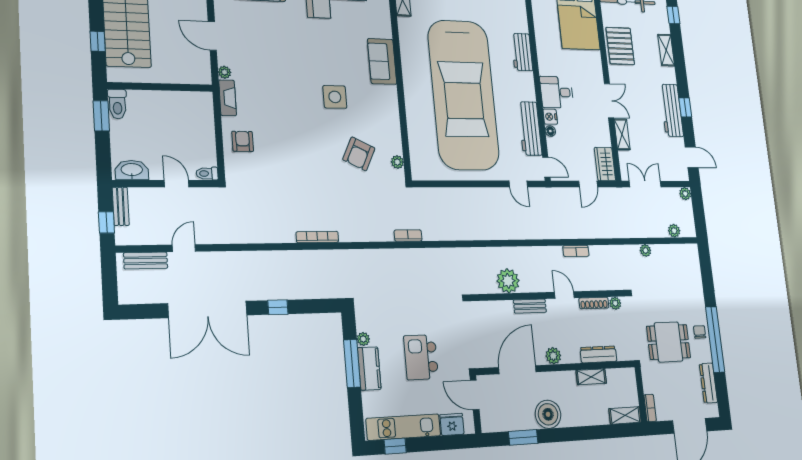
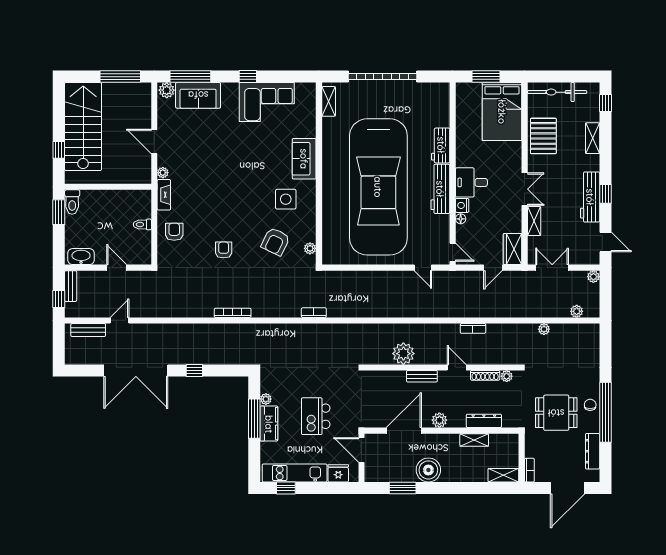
side table: (335, 97) -> (286, 199), moved
workbench: (530, 128) -> (440, 189), moved
armchair: (301, 163) -> (224, 250), added
toilet: (207, 174) -> (142, 224), moved

